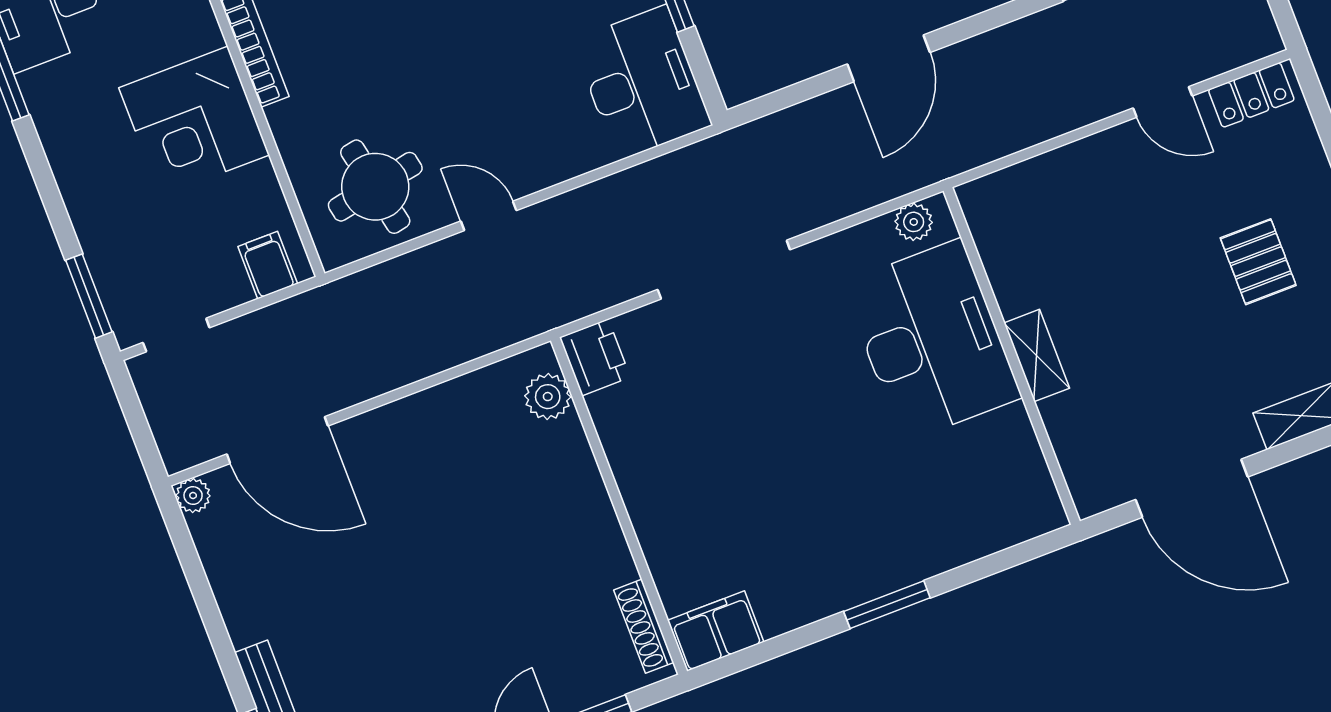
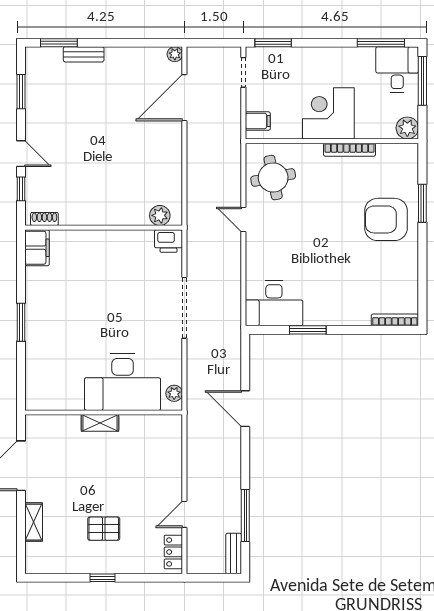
door: (489, 216) -> (243, 220), swing flipped
shoe rack: (644, 626) -> (44, 219), width x0.70

